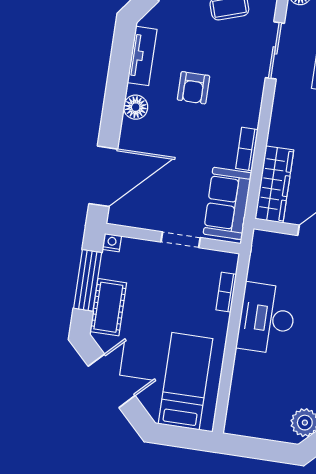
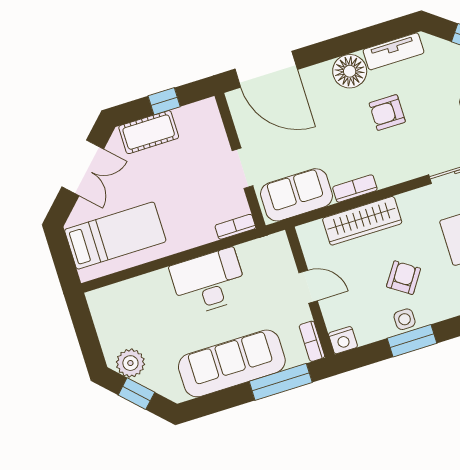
floor lamp: (136, 107) -> (350, 71), width x1.38, depth x1.38
wardrobe: (274, 184) -> (362, 221), moved
nightstand: (112, 243) -> (209, 107), removed
window: (88, 280) -> (164, 101), width x0.46
bookcase: (226, 292) -> (235, 227), moved

